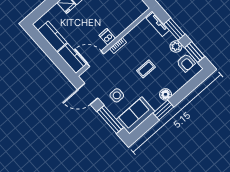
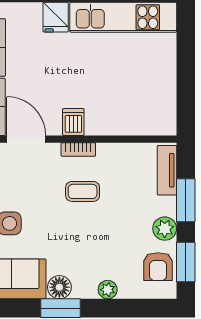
coffee table: (146, 69) -> (83, 191), moved
plant: (175, 88) -> (108, 290), added
floor lamp: (165, 94) -> (59, 287), moved

